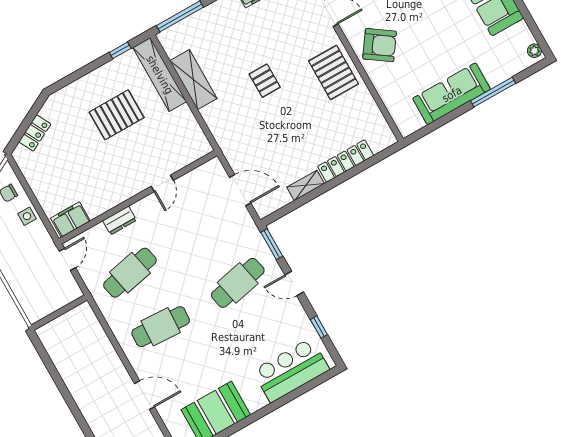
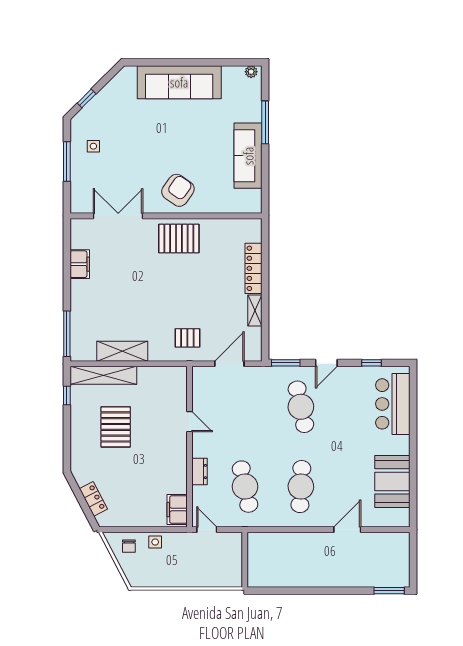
pallet: (265, 81) -> (187, 338), moved

